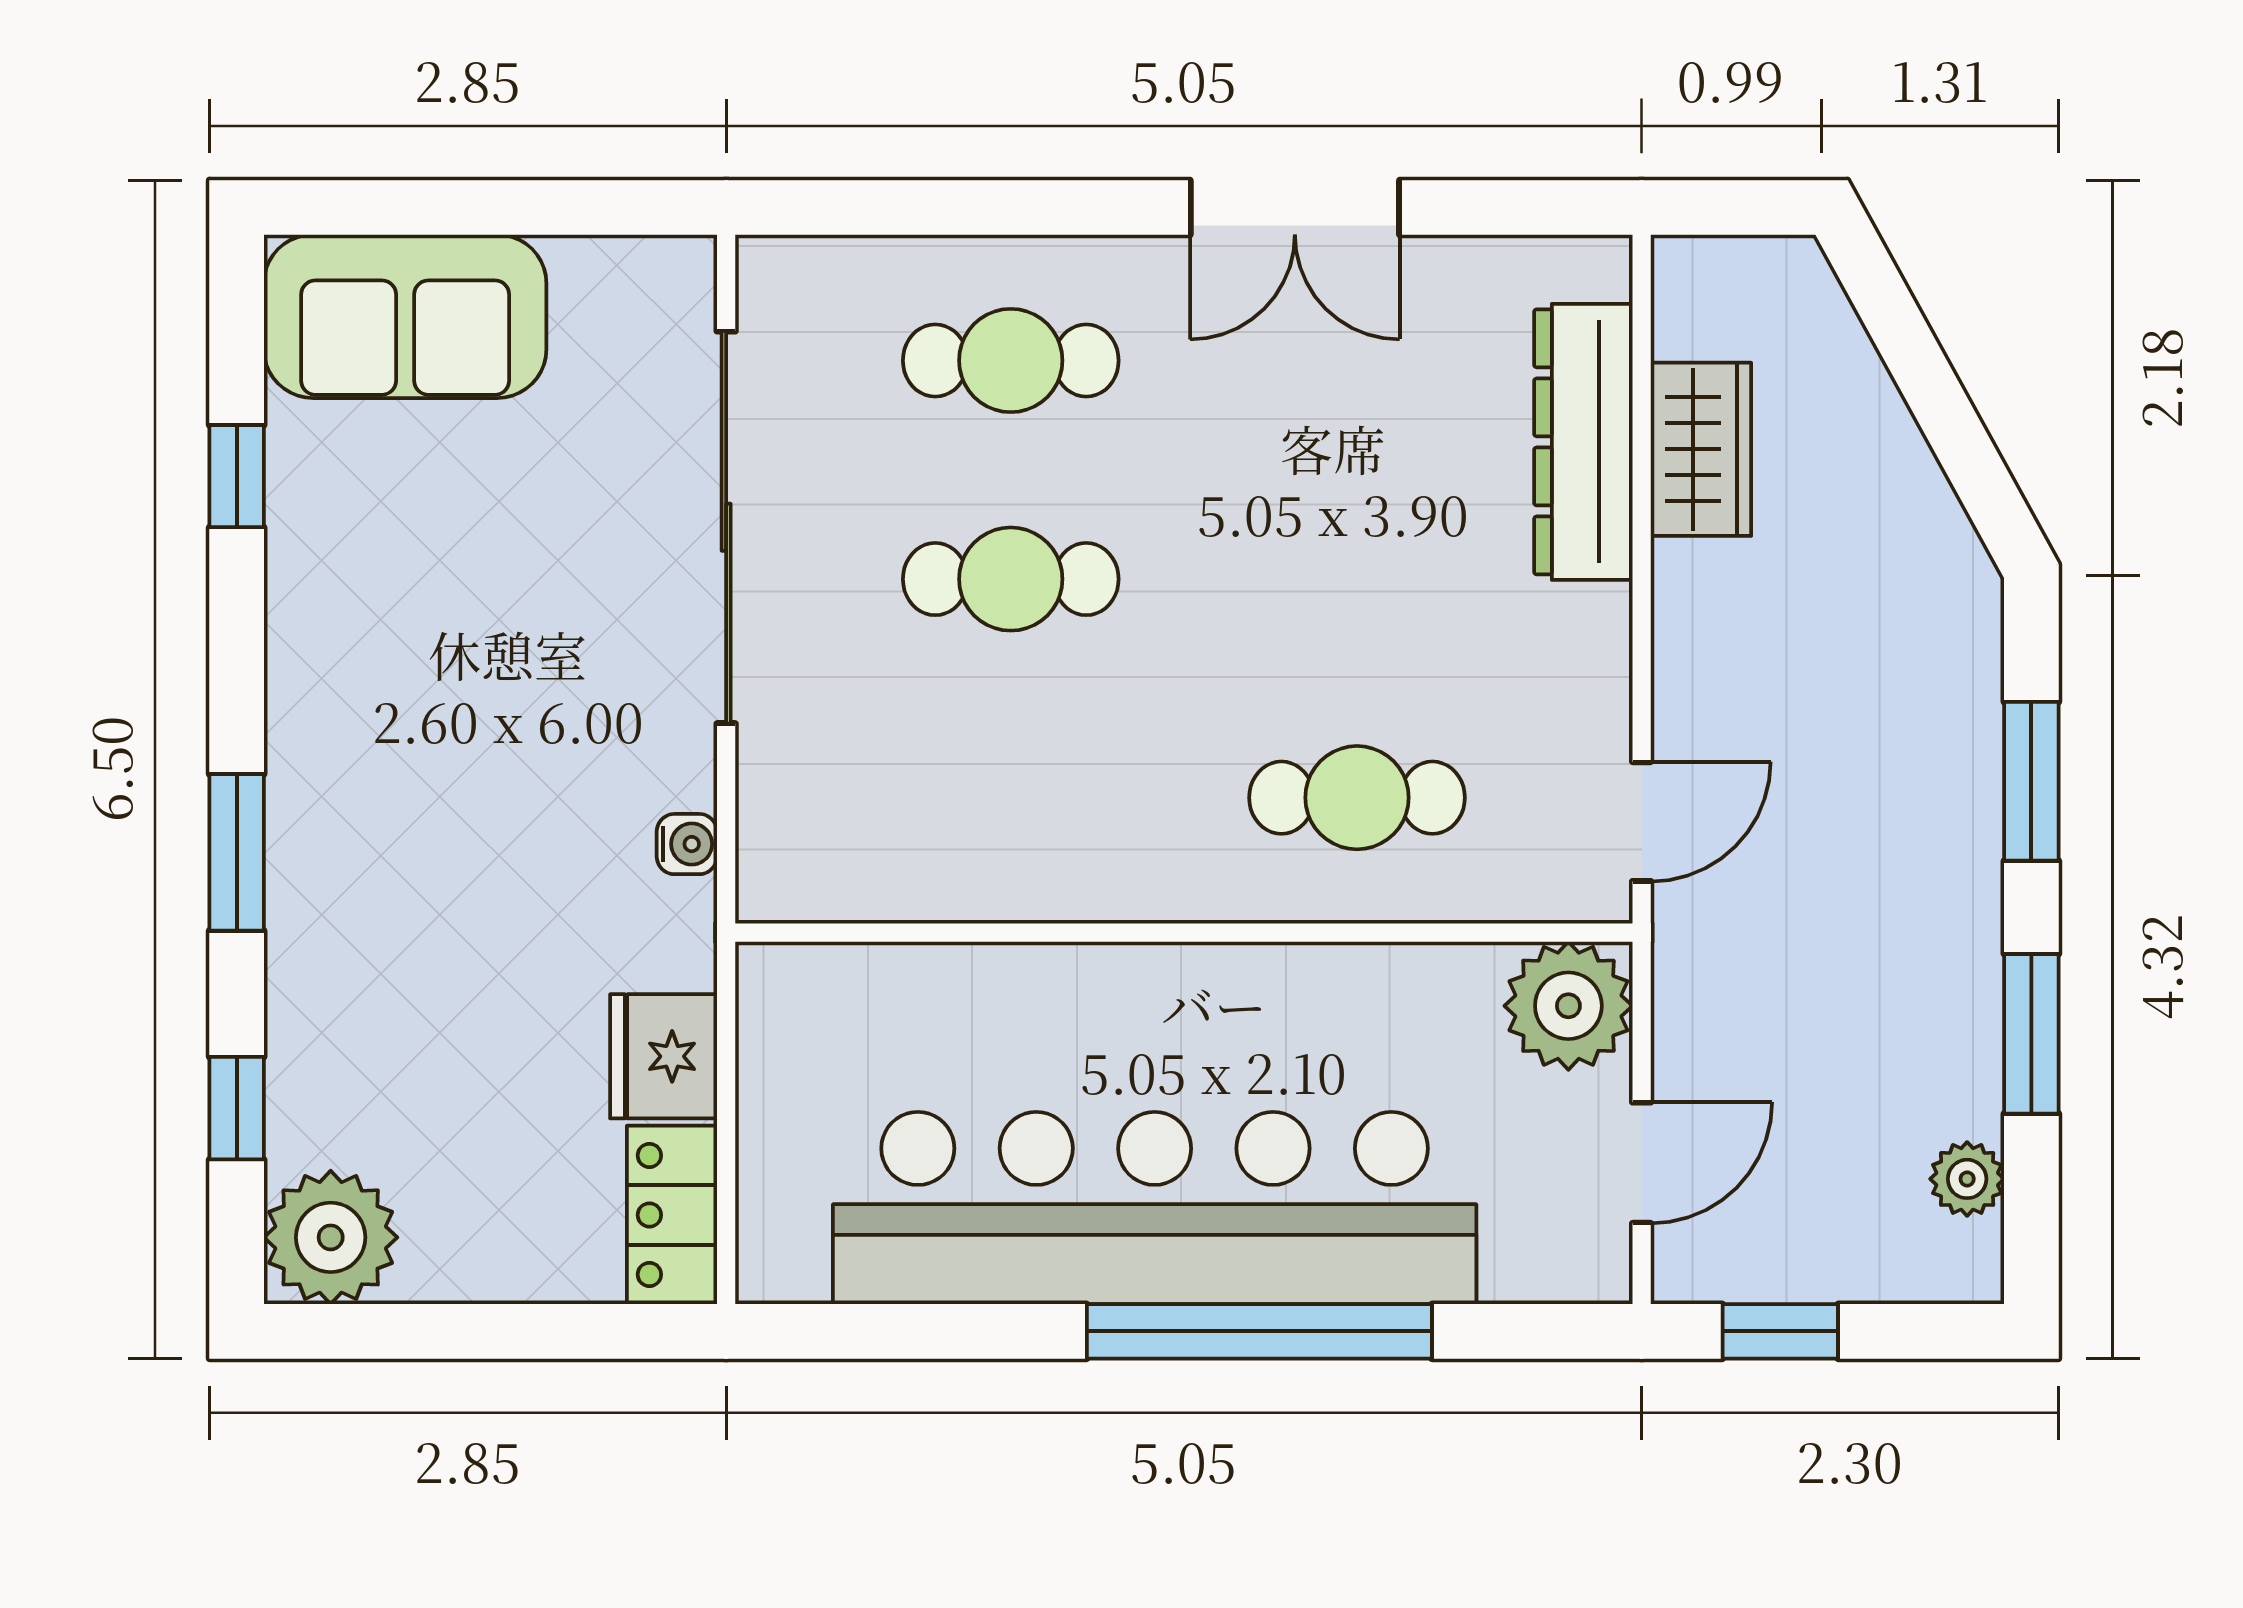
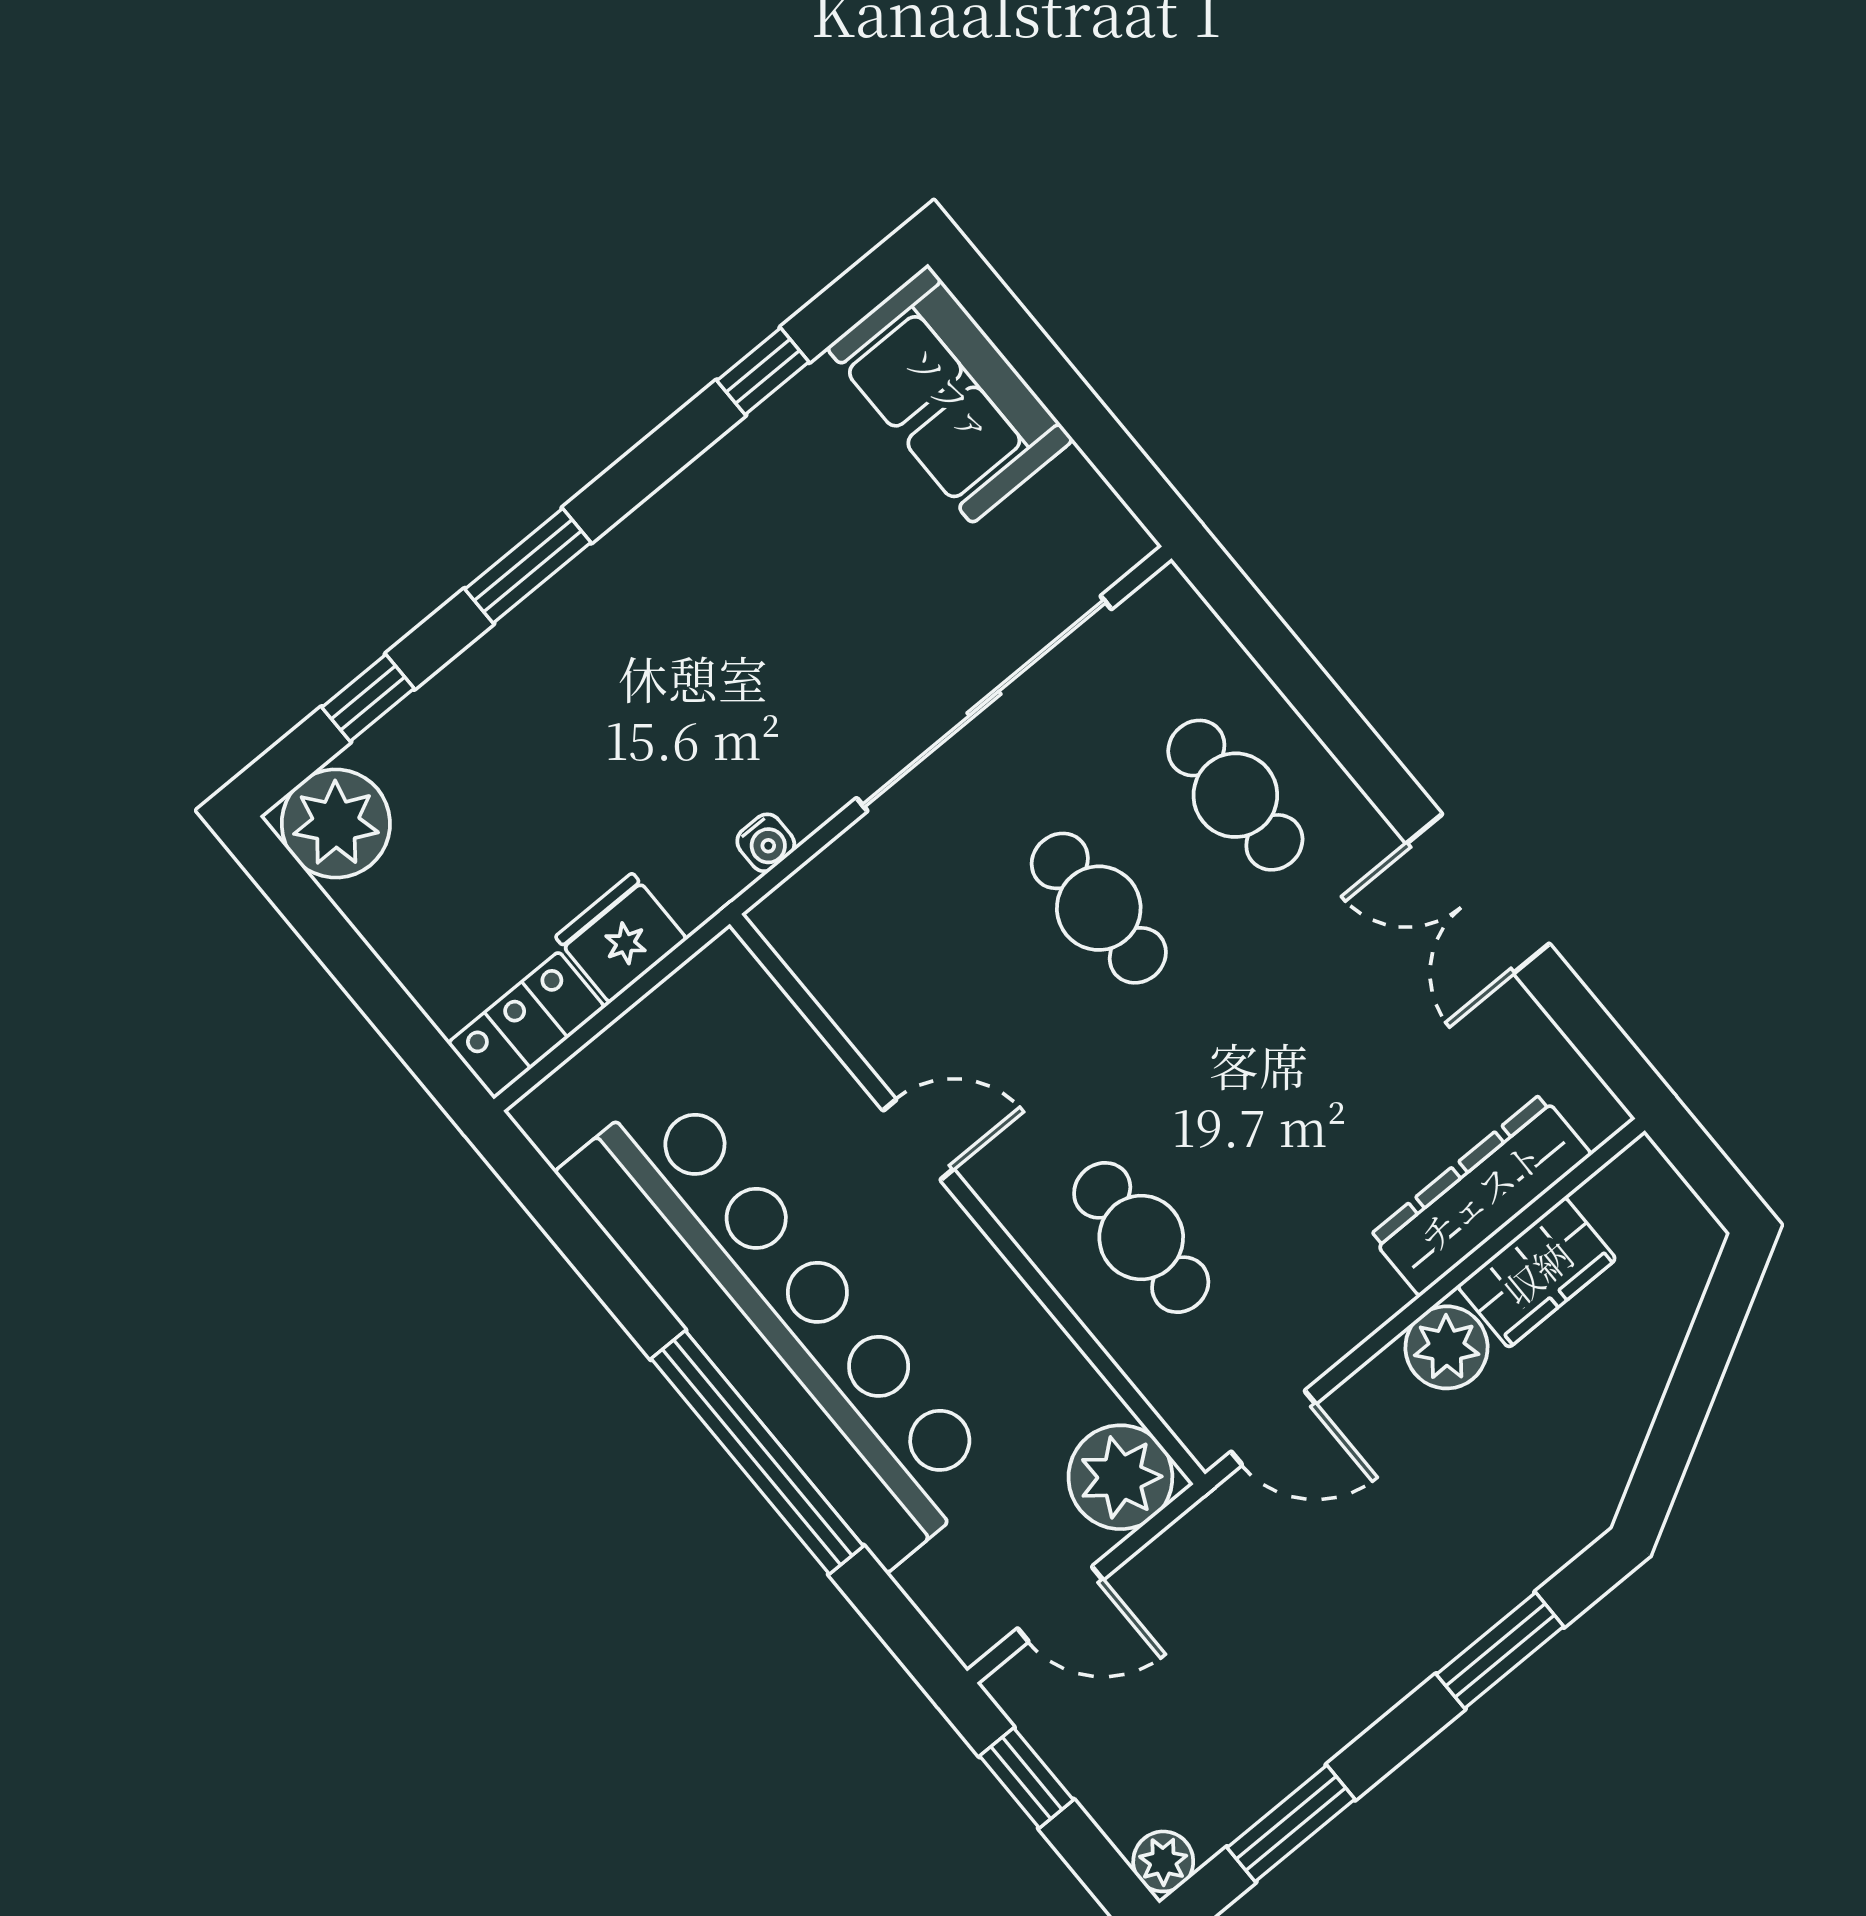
plant: (1701, 594) -> (1447, 1347), added
door: (1089, 933) -> (918, 1140), added
window: (2031, 1034) -> (1291, 1823), moved
plant: (1967, 1179) -> (1163, 1861), moved

